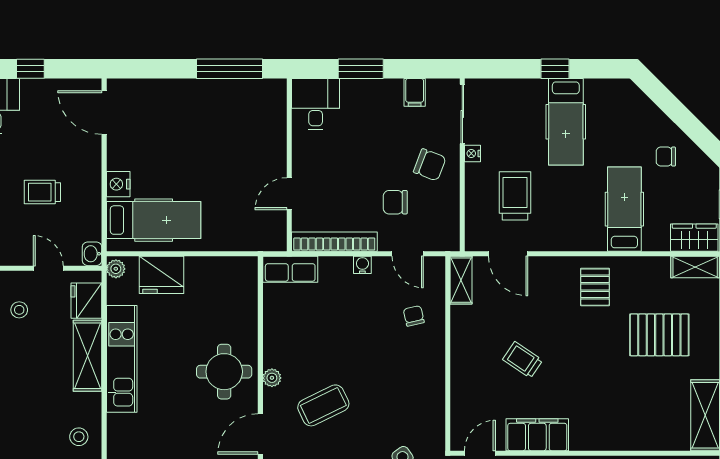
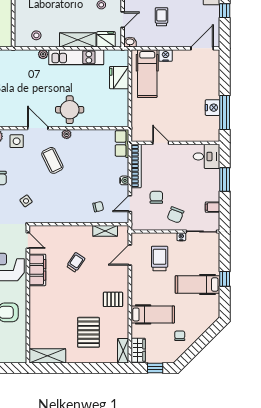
nightstand: (220, 92) -> (213, 108), added
trolley: (515, 196) -> (160, 258), turned -90
plant: (116, 269) -> (43, 54), moved
shelving: (461, 280) -> (105, 231), moved

